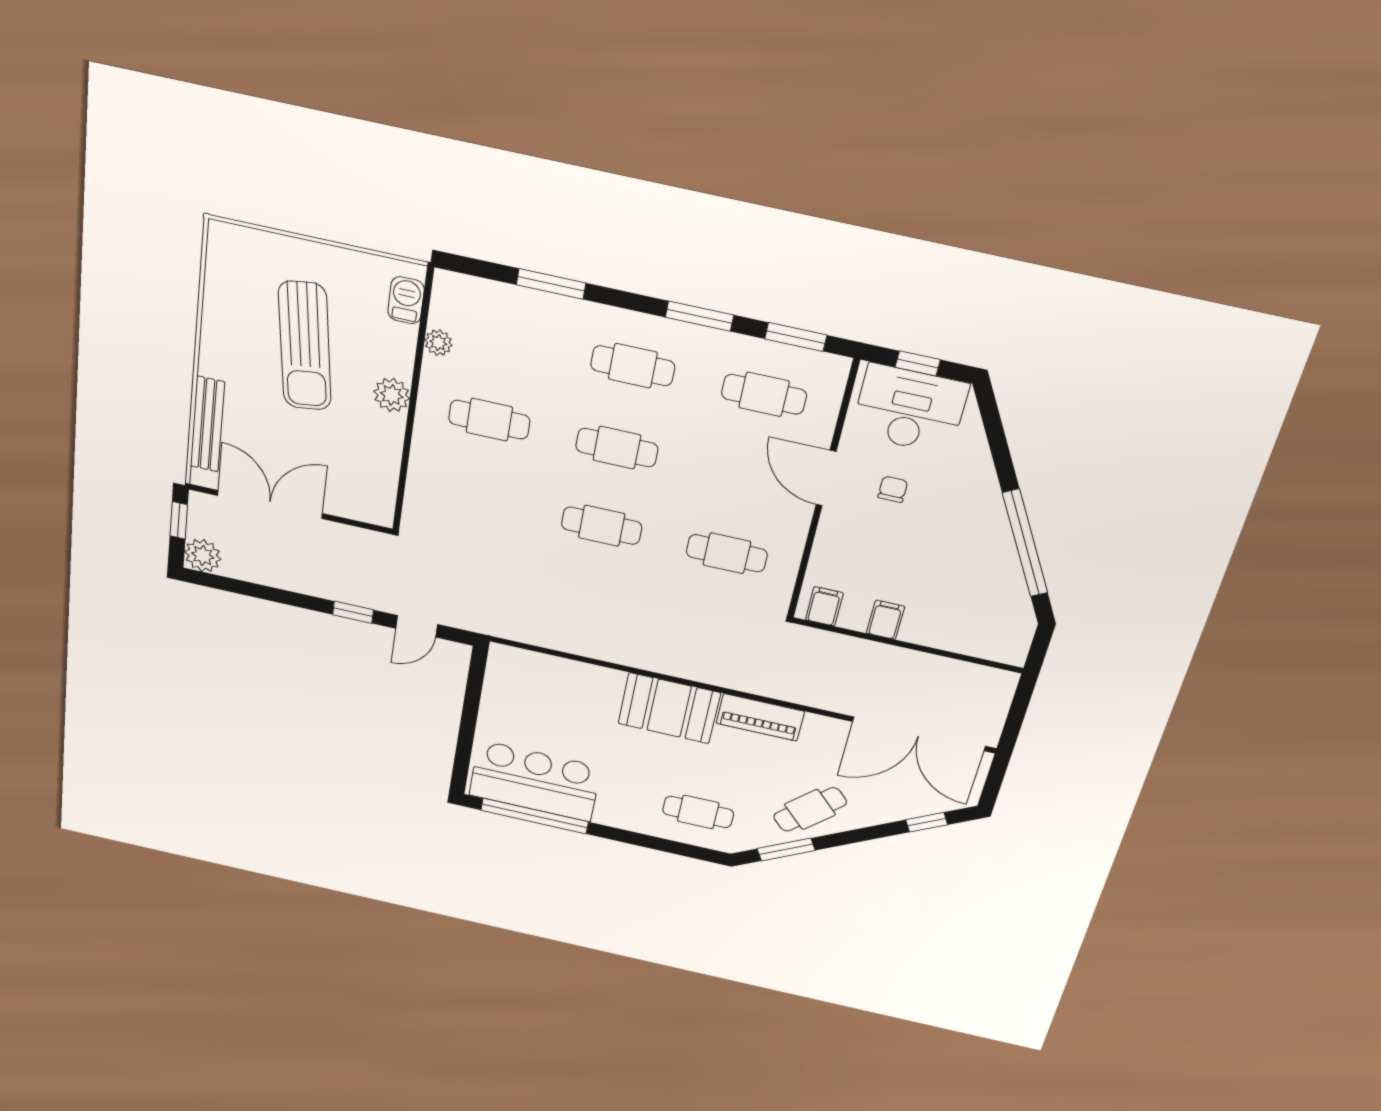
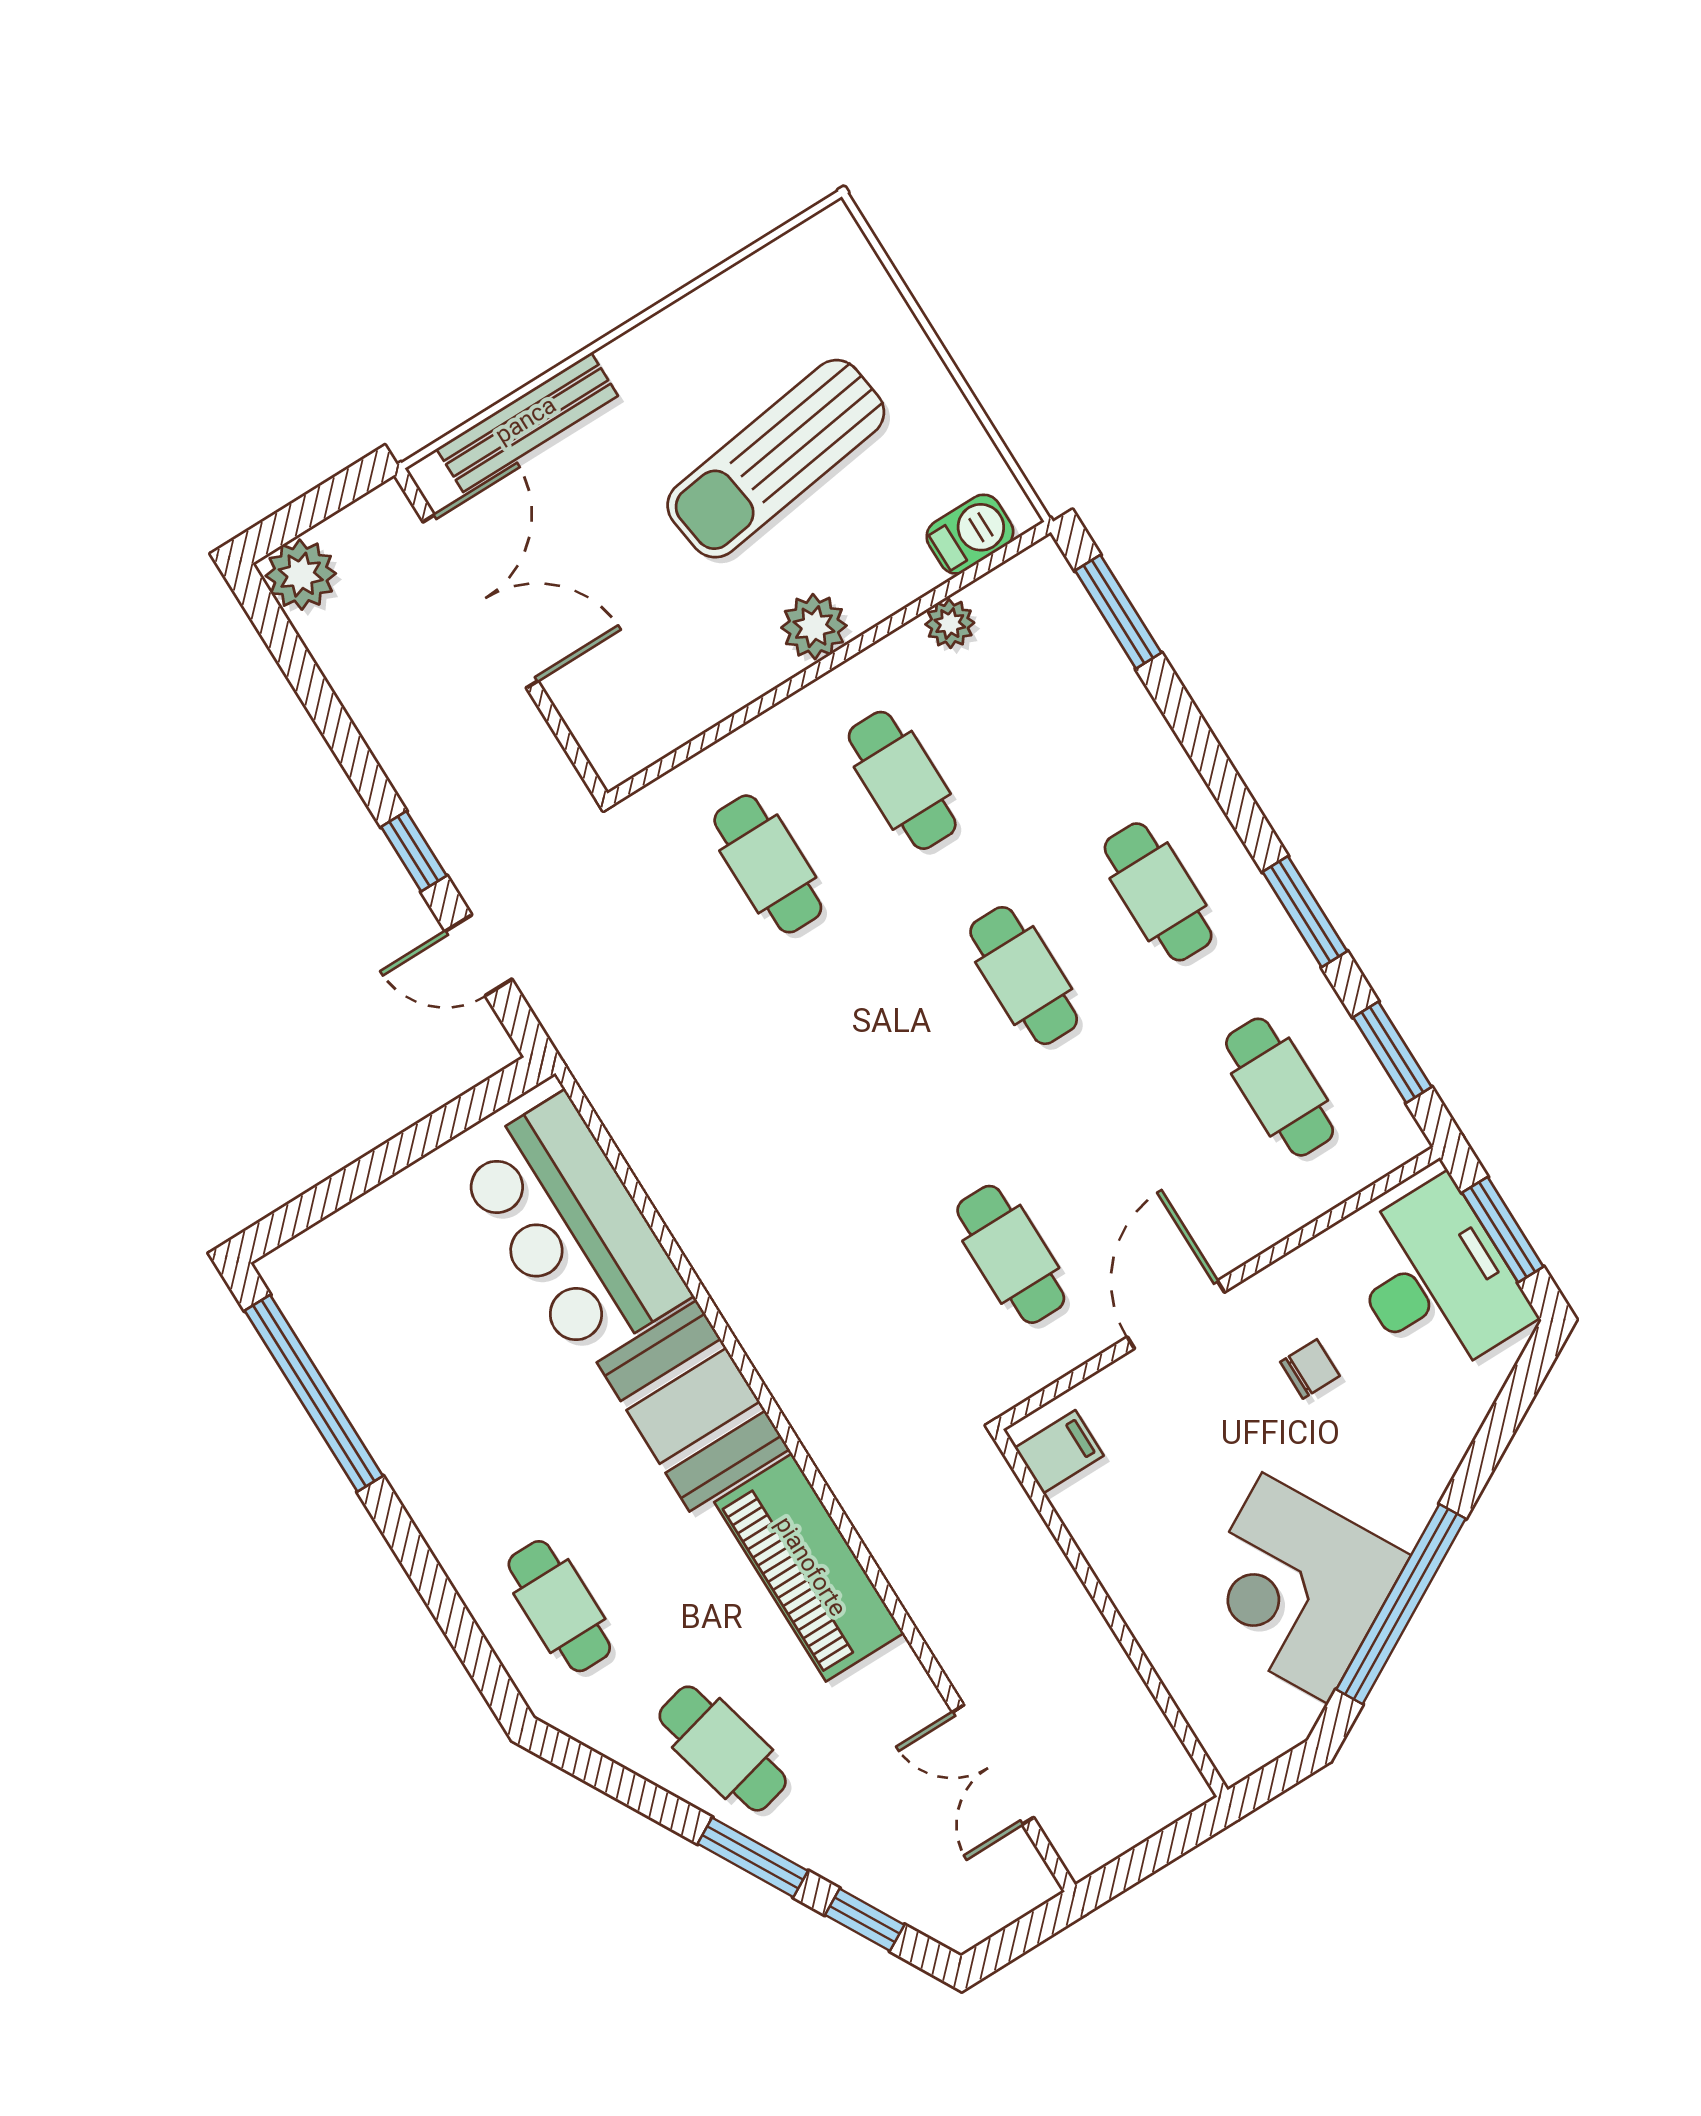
window: (551, 284) -> (1118, 612), moved
window: (918, 363) -> (1503, 1230), width x1.50
door: (826, 478) -> (1176, 1315), moved
window: (179, 520) -> (328, 498), removed
cafe table: (602, 526) -> (768, 864), moved
corner desk: (974, 574) -> (1295, 1588), added
filing cabinet: (885, 620) -> (1119, 1547), removed
piano: (760, 717) -> (809, 1568), width x1.37, depth x1.33
double door: (919, 734) -> (993, 1765), width x0.54
bar counter: (535, 781) -> (572, 1228), moved, turned 180
cafe table: (810, 809) -> (723, 1749), turned 30
window: (786, 849) -> (753, 1857), moved

